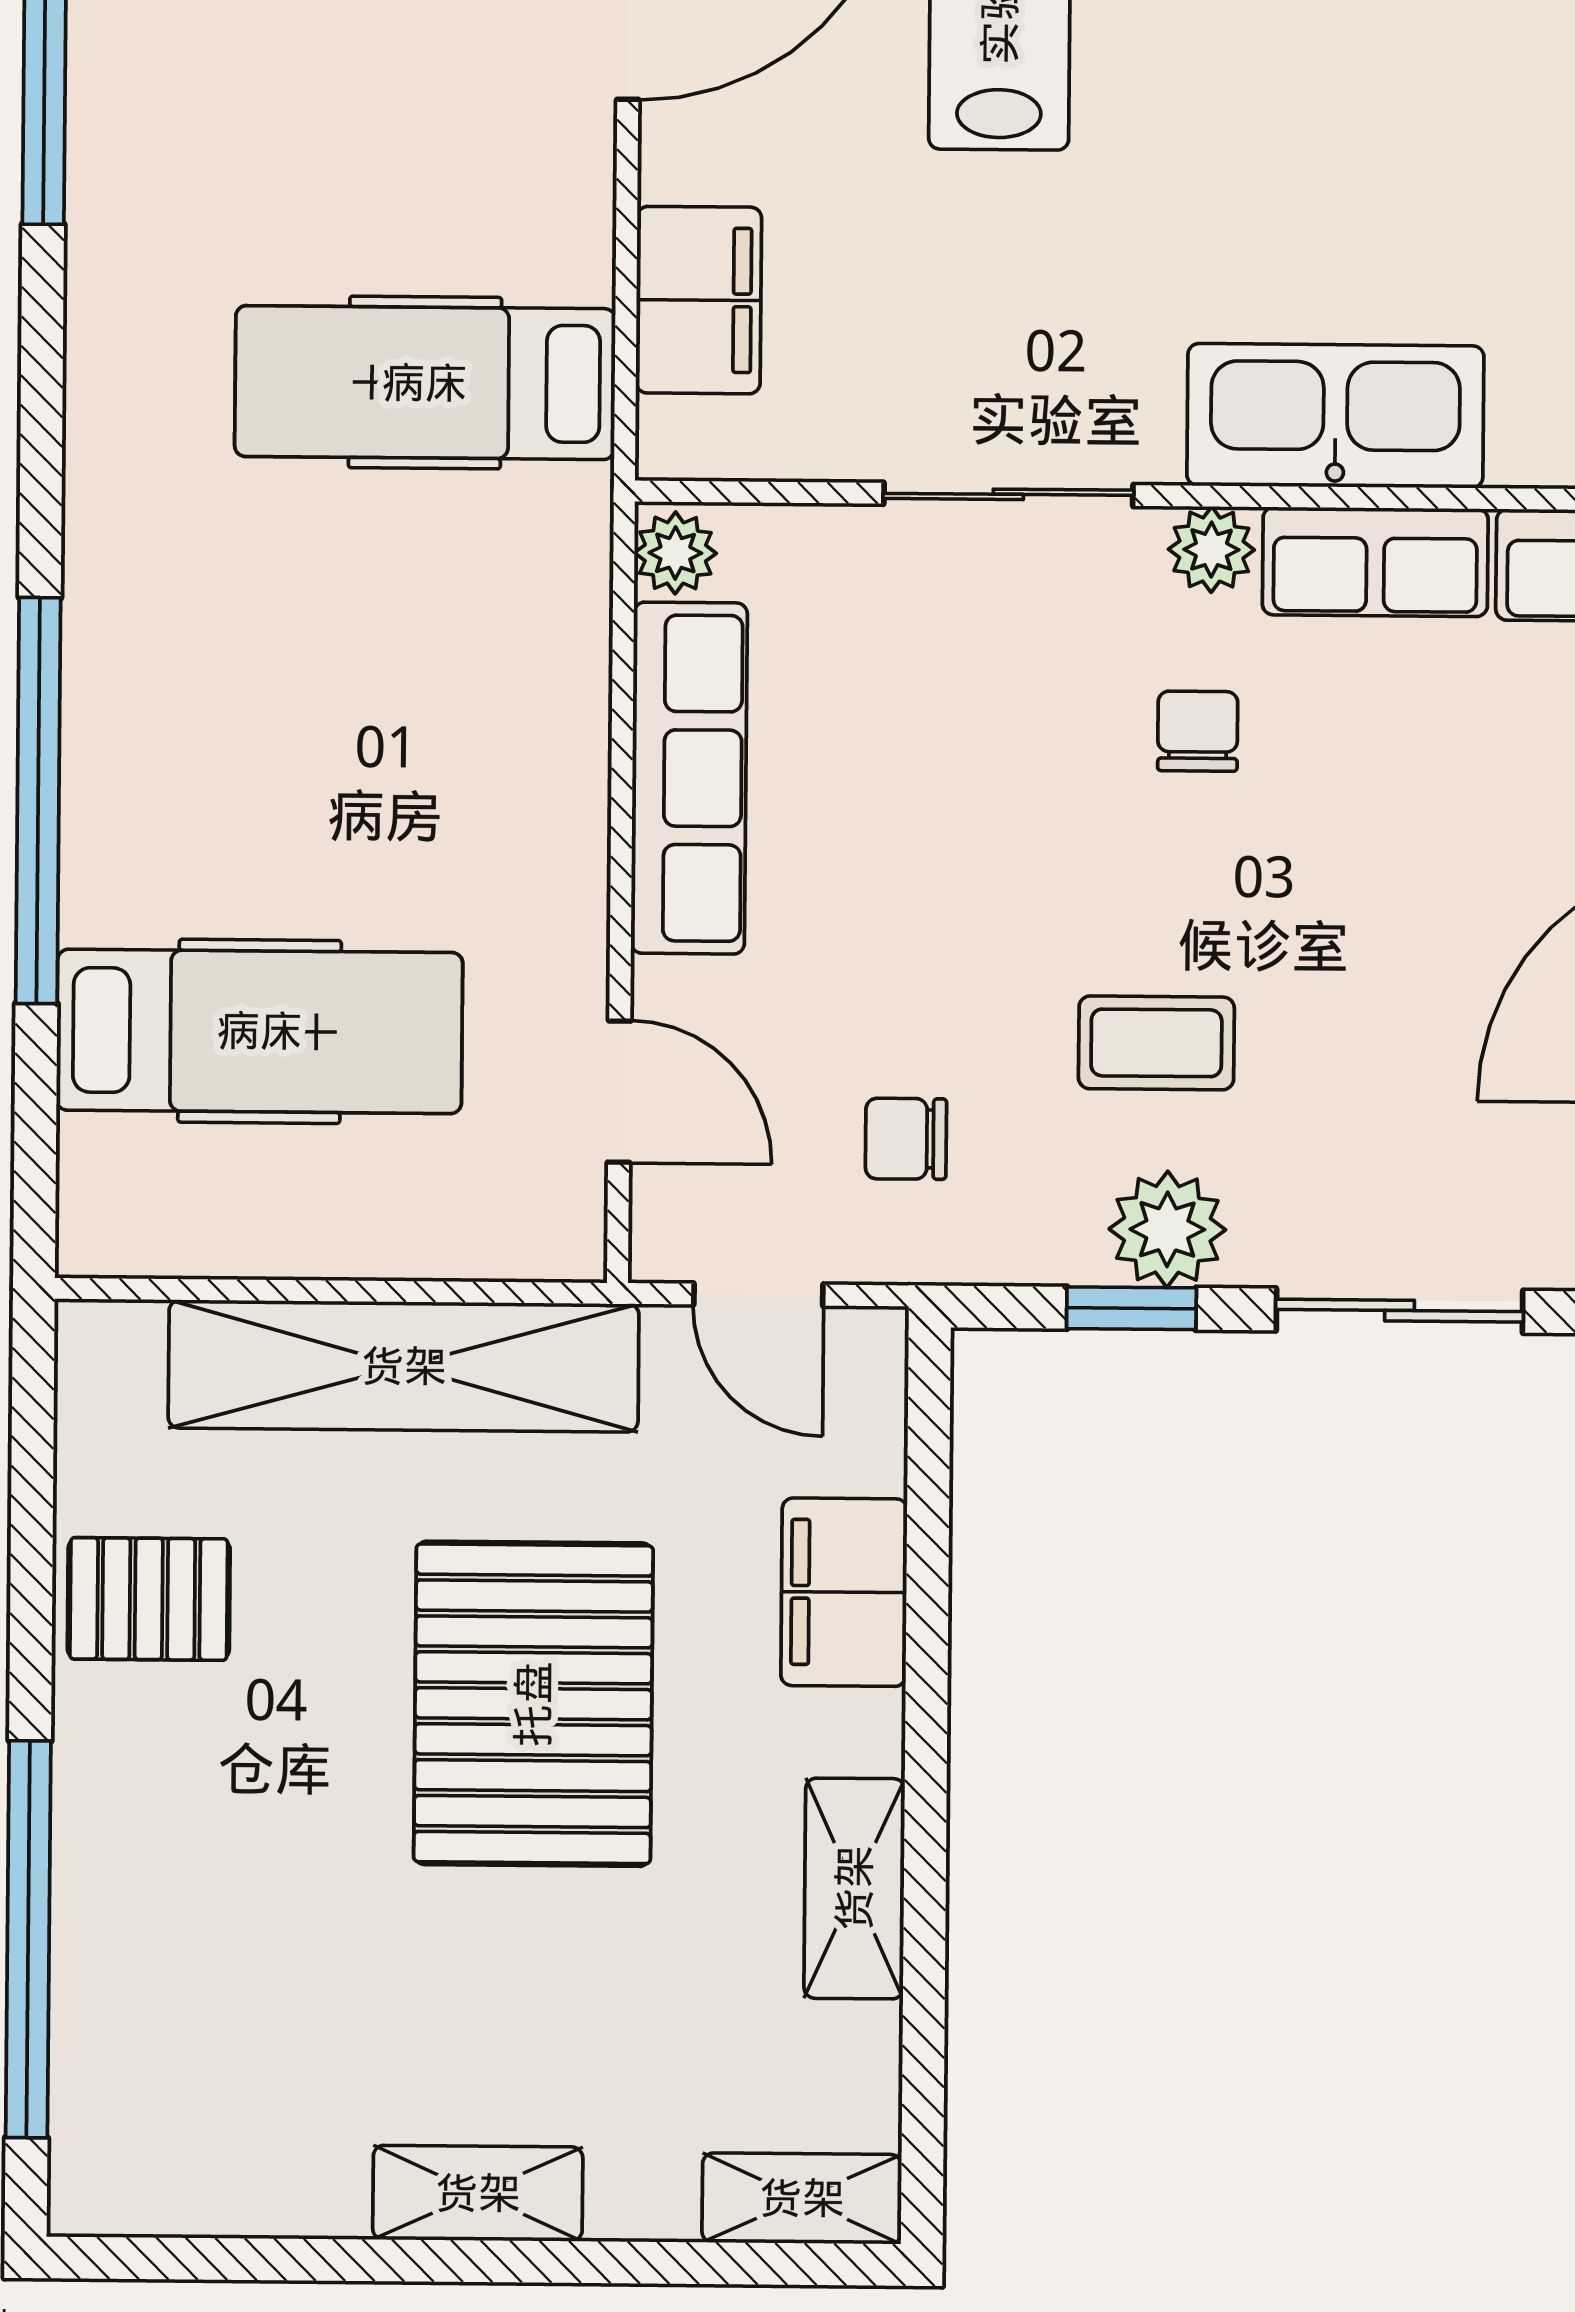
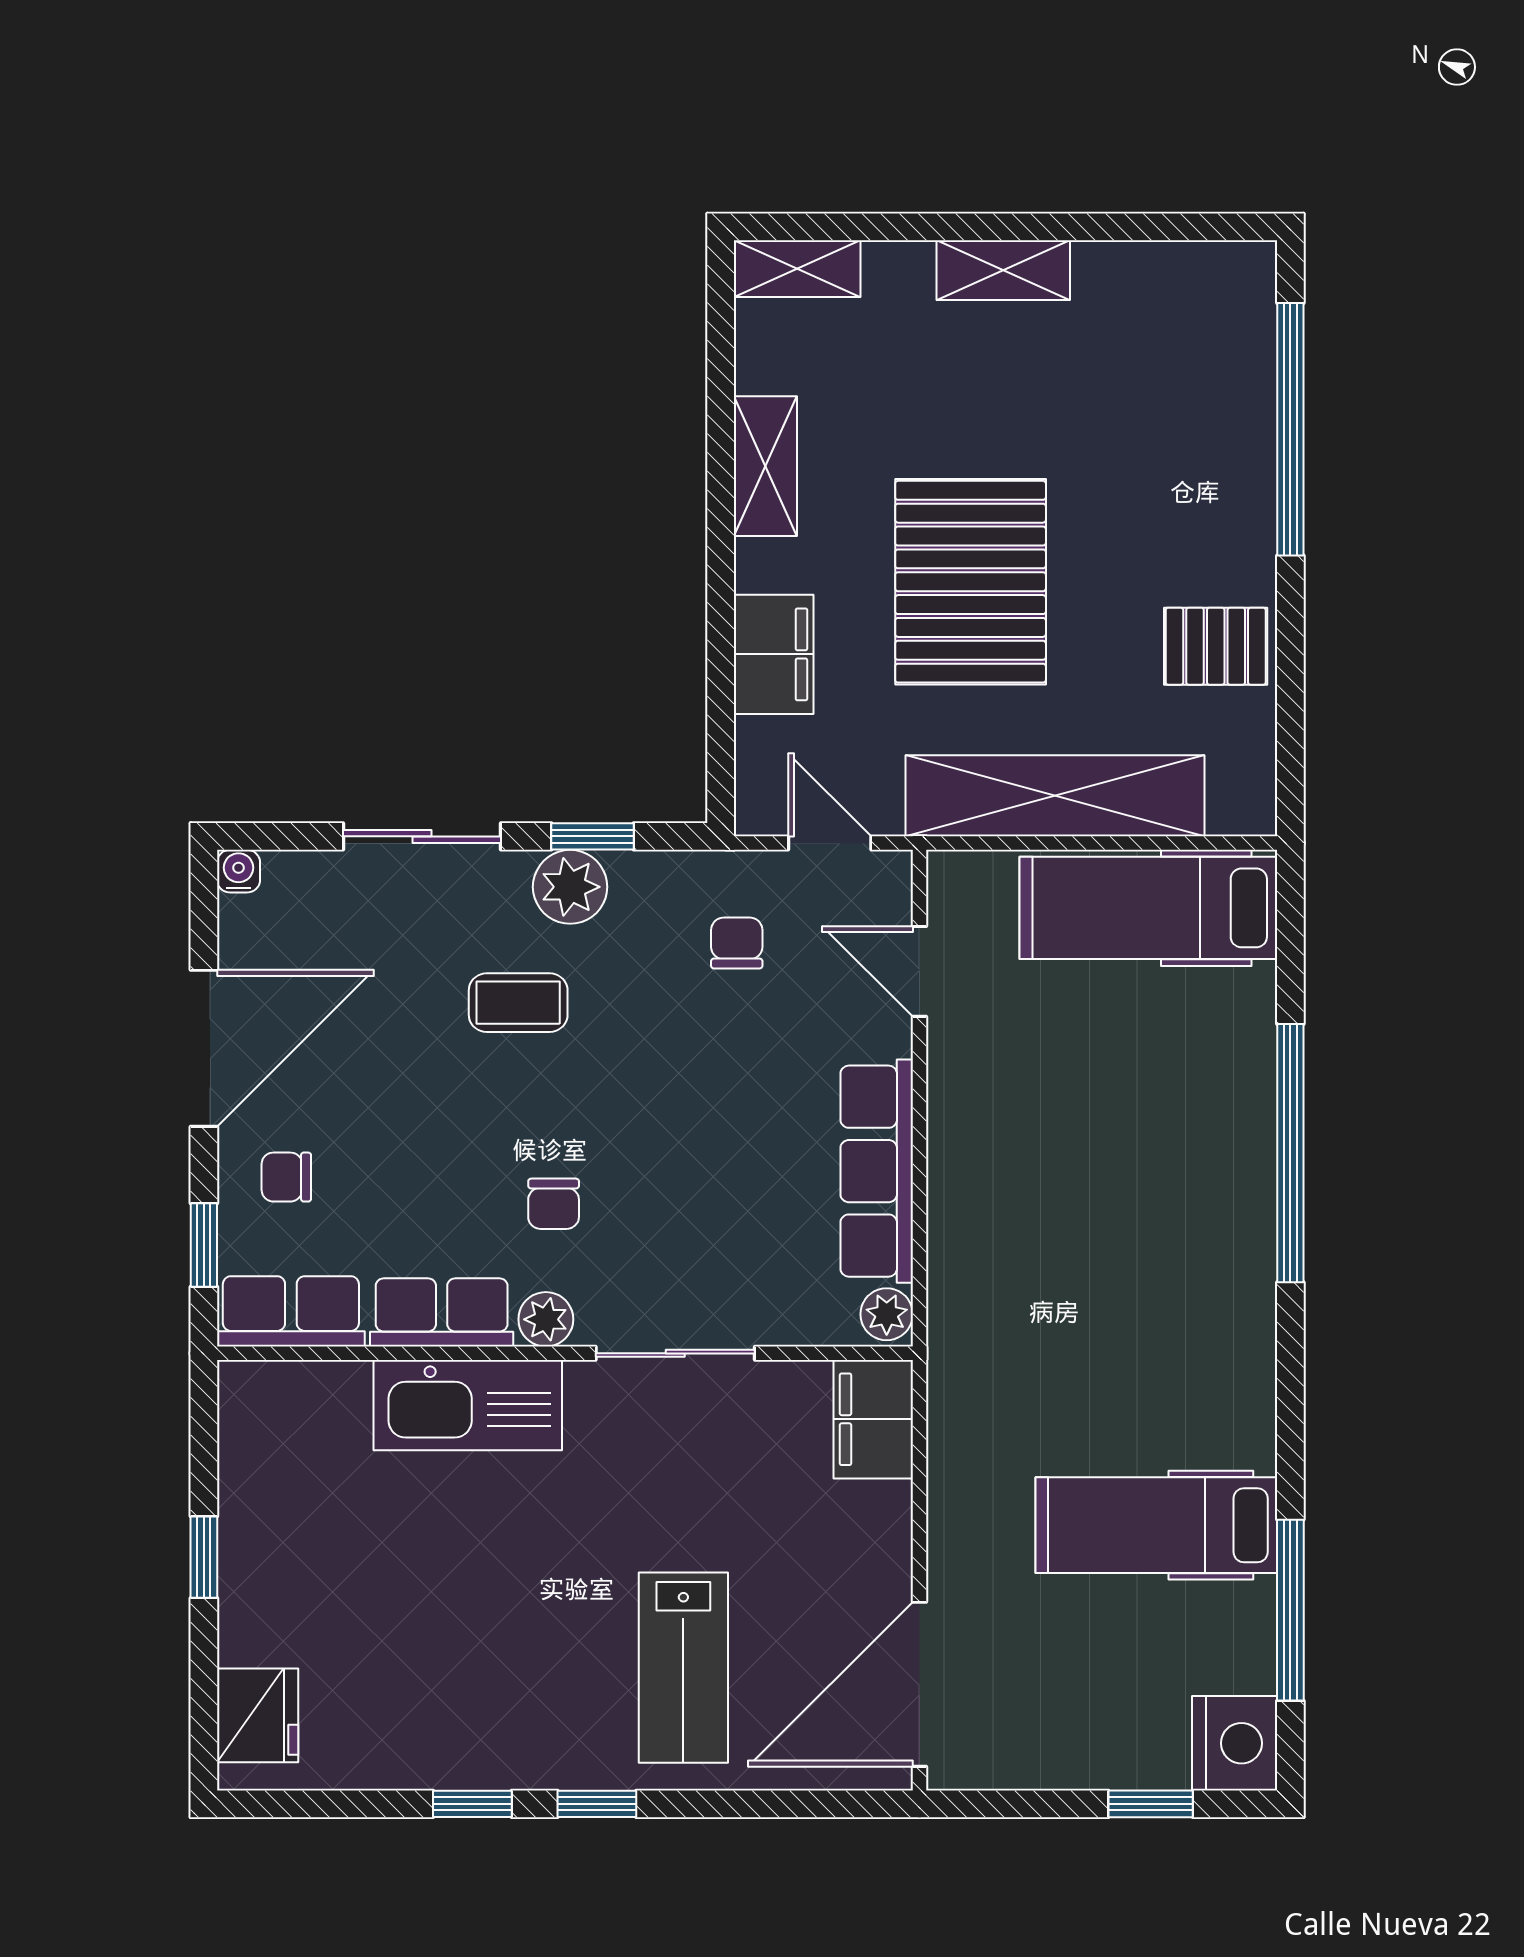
filing cabinet: (699, 300) -> (873, 1419), moved
hospital bed: (425, 383) -> (1156, 1525), moved, turned 180
hospital bed: (260, 1031) -> (1148, 908), moved
coffee table: (1156, 1043) -> (518, 1003), moved
chair: (906, 1139) -> (737, 943), turned -90

